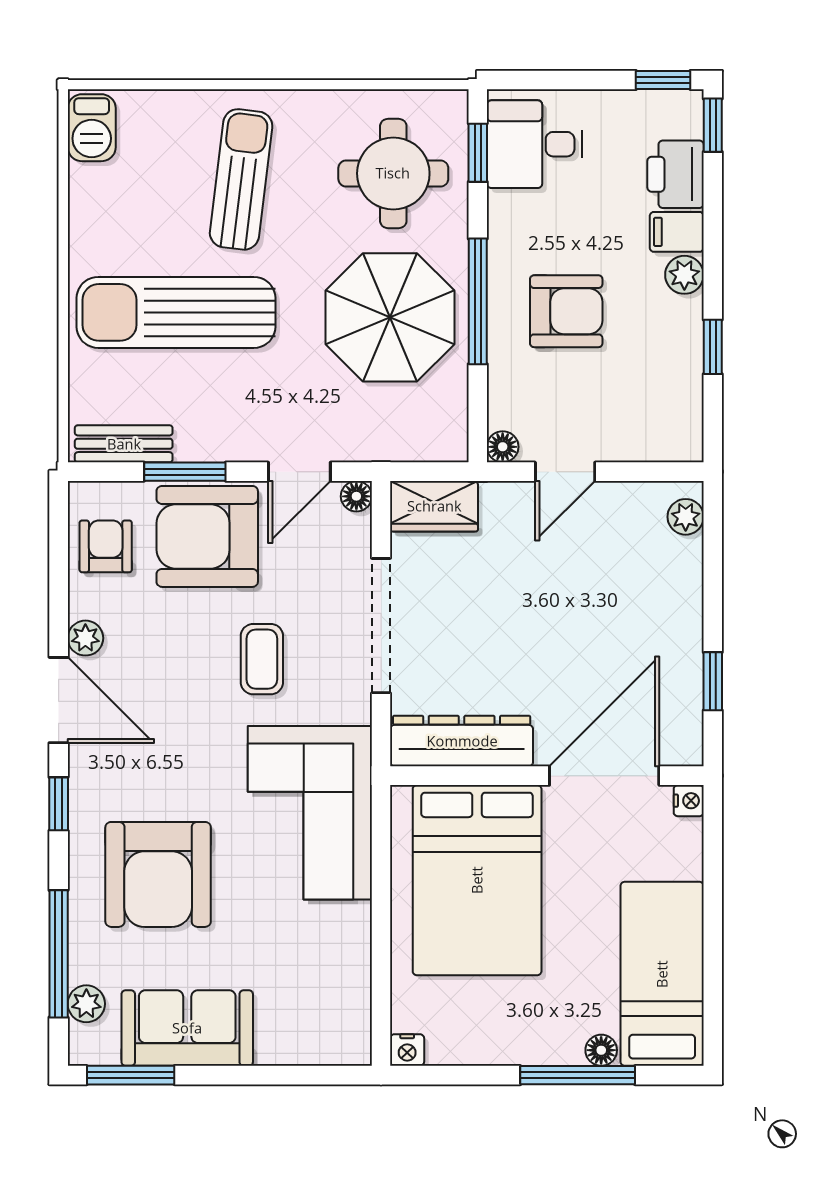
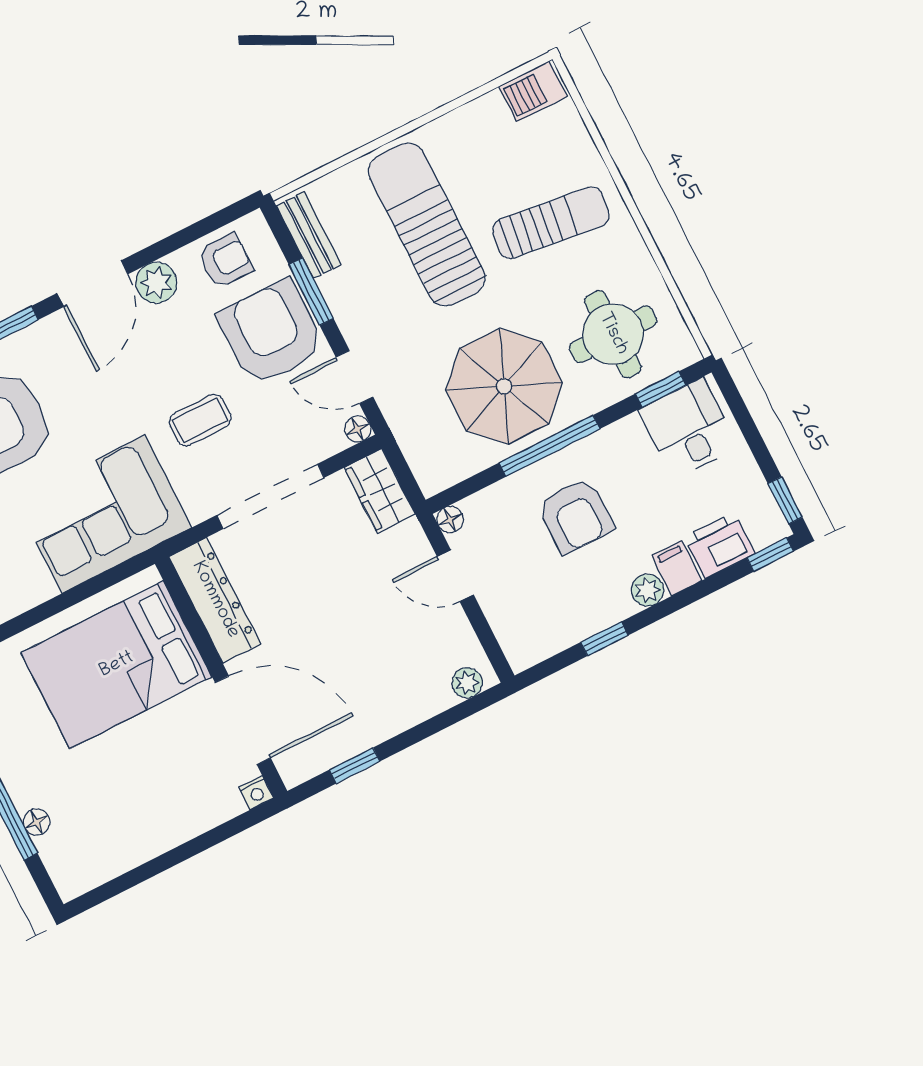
plant: (85, 638) -> (156, 283), width x1.38, depth x1.38
bed: (662, 974) -> (117, 839), removed

